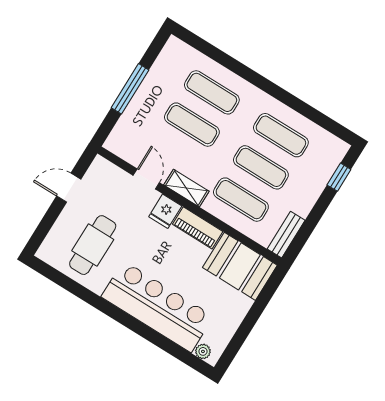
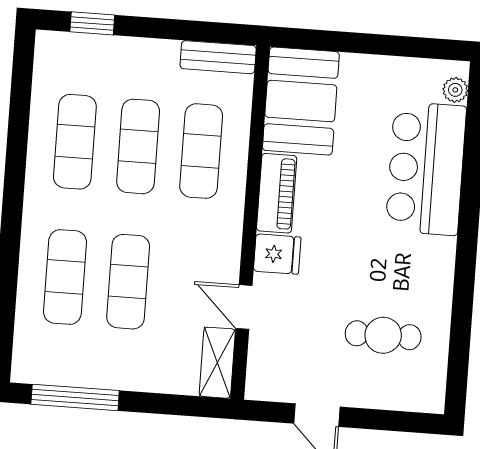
window: (130, 89) -> (75, 397), moved
door: (146, 179) -> (244, 307), hinge flipped
shelving: (186, 188) -> (217, 363), moved
cafe table: (93, 245) -> (383, 335), width x0.73, depth x0.74
bar counter: (157, 307) -> (426, 168), width x0.73

